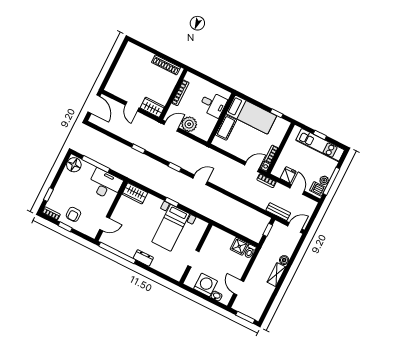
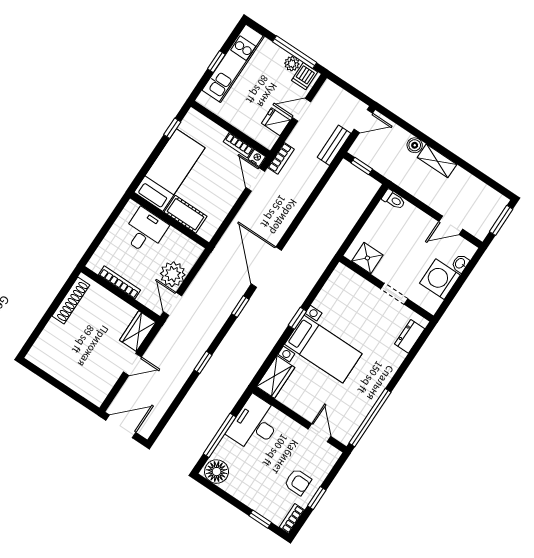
door: (200, 180) -> (266, 267), width x1.87
door: (295, 227) -> (363, 121), swing flipped
bed with nightstands: (171, 228) -> (323, 349), moved
shower: (239, 246) -> (367, 258), moved
dresser: (143, 258) -> (410, 336), moved

